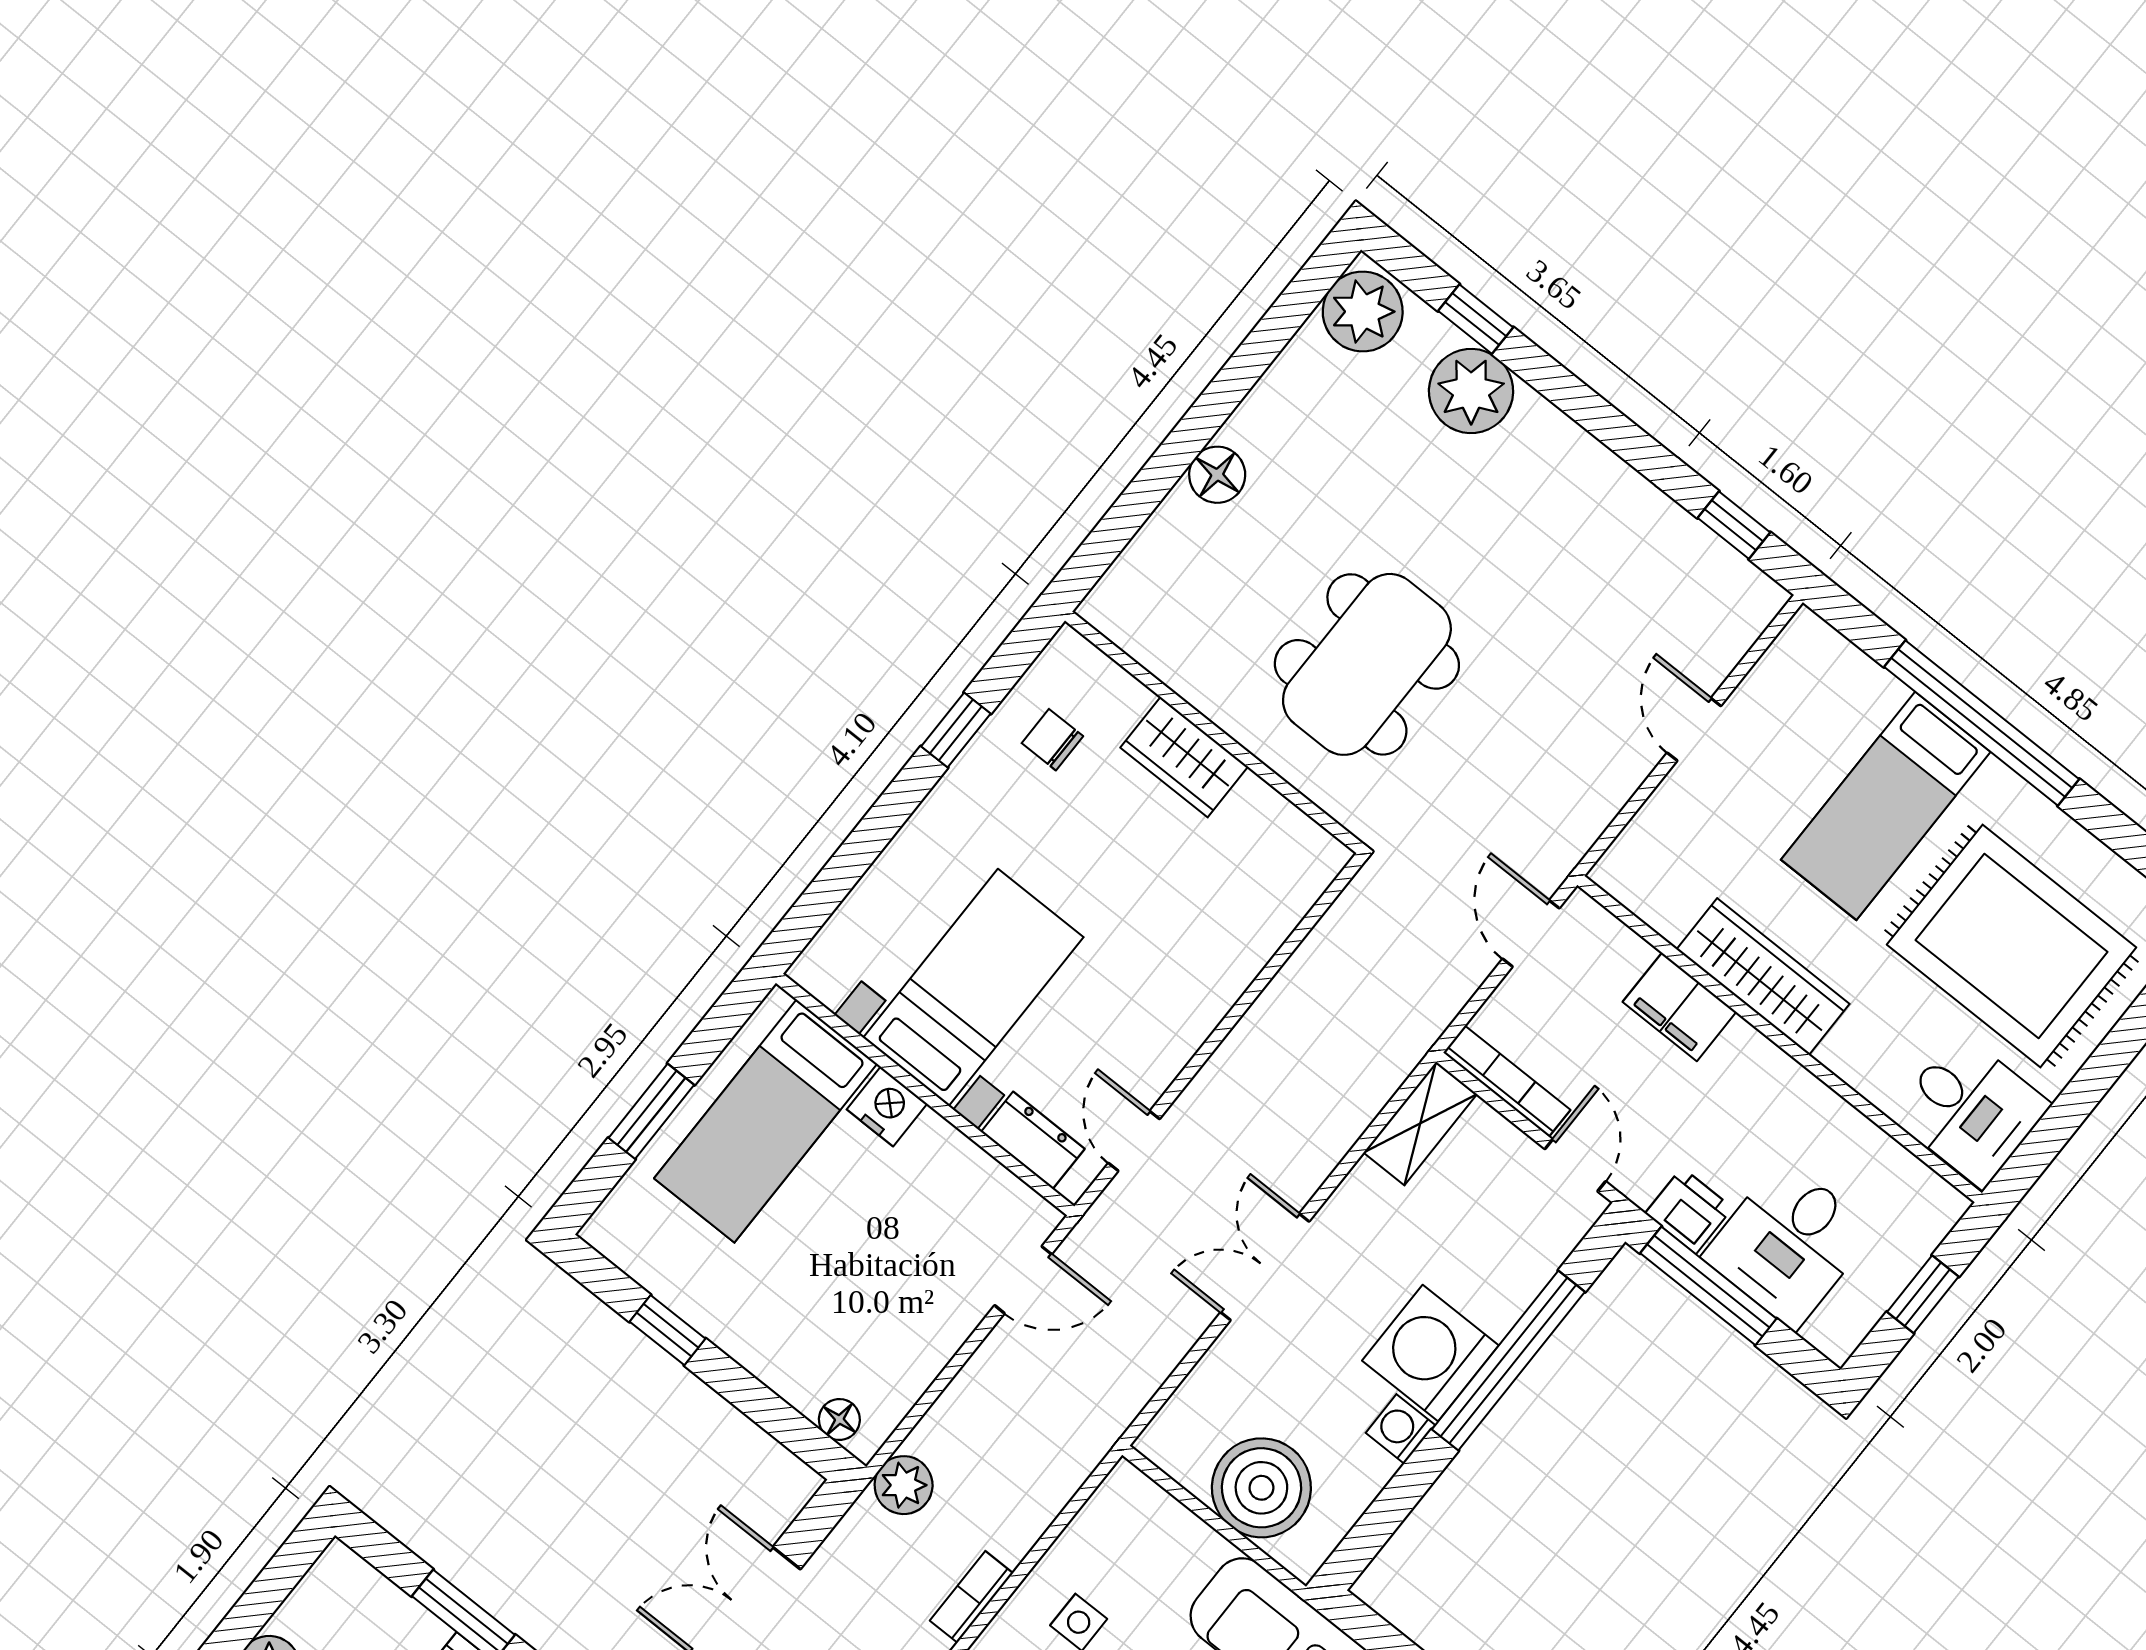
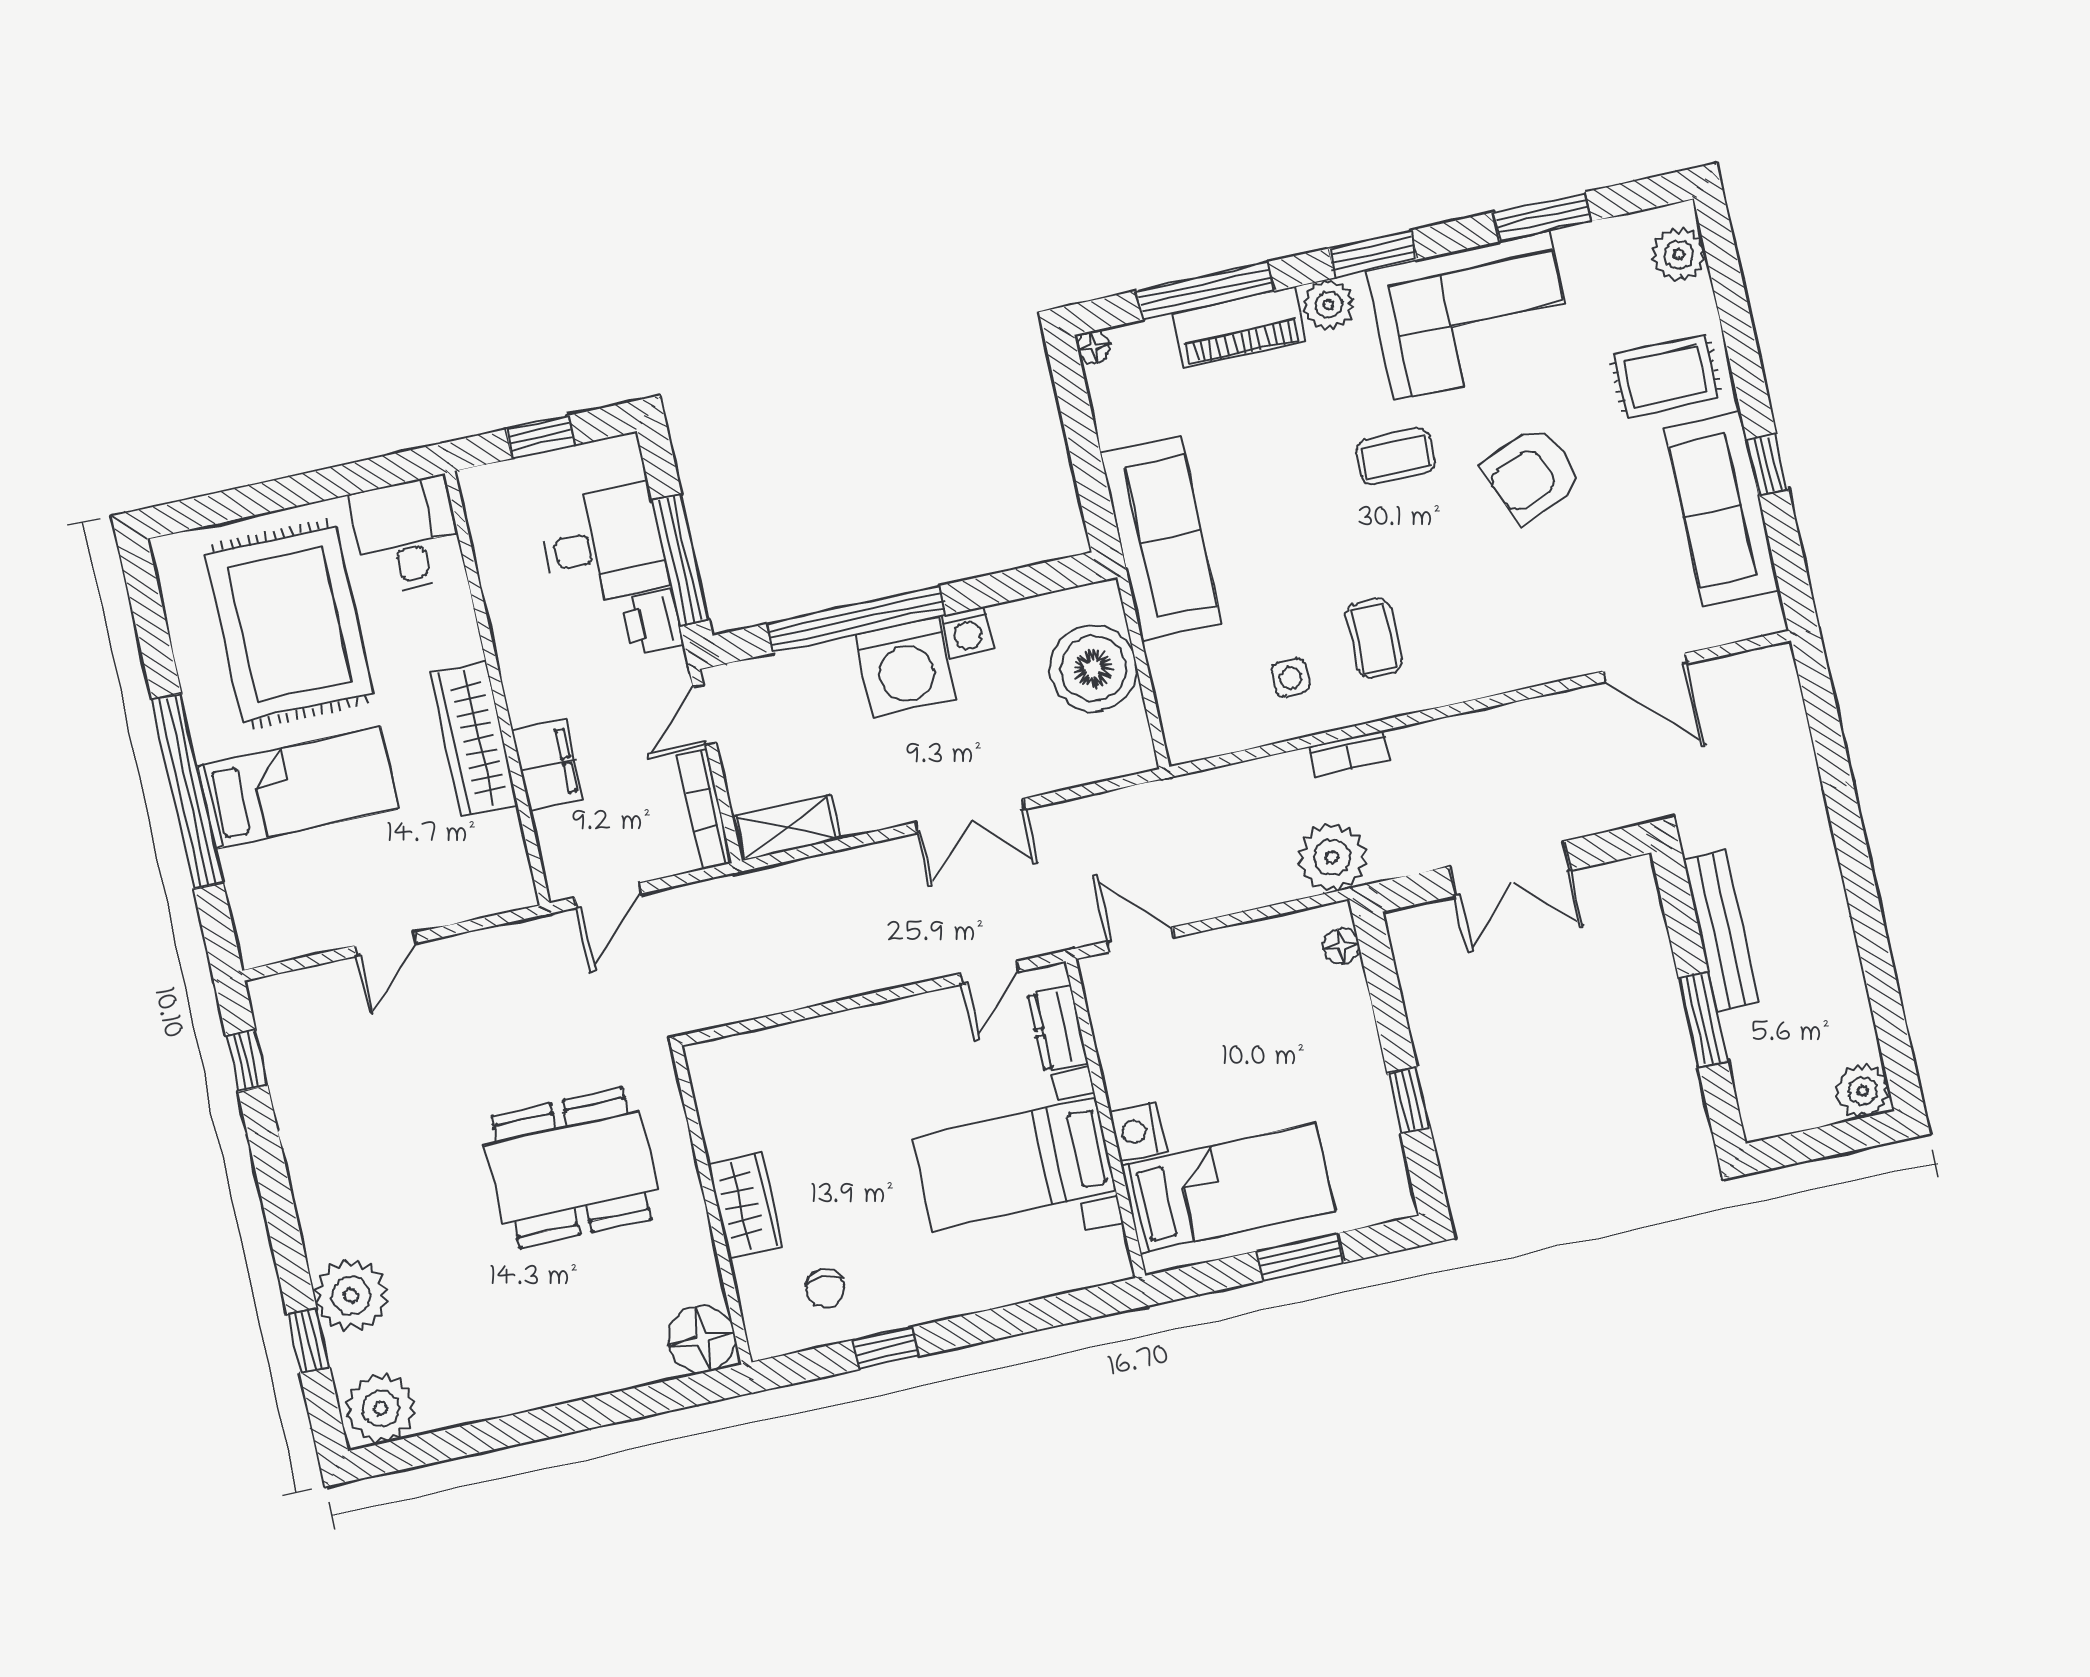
floor lamp: (1217, 475) -> (702, 1339), moved, width x1.38, depth x1.38
plant: (904, 1485) -> (1332, 857), width x1.36, depth x1.36

